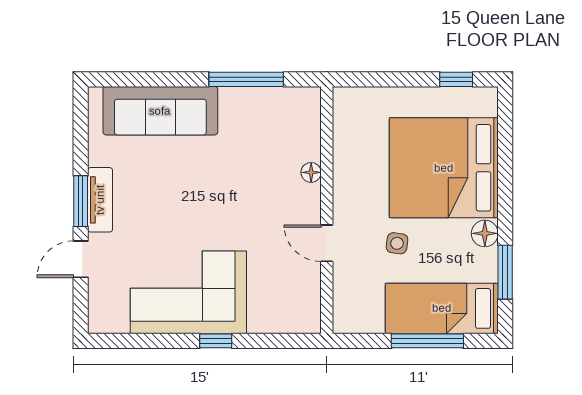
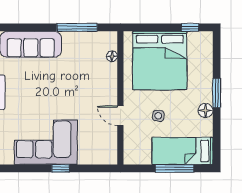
bed: (444, 168) -> (160, 61), moved, turned -90
floor lamp: (311, 172) -> (112, 56), moved
window: (505, 272) -> (217, 93), moved

